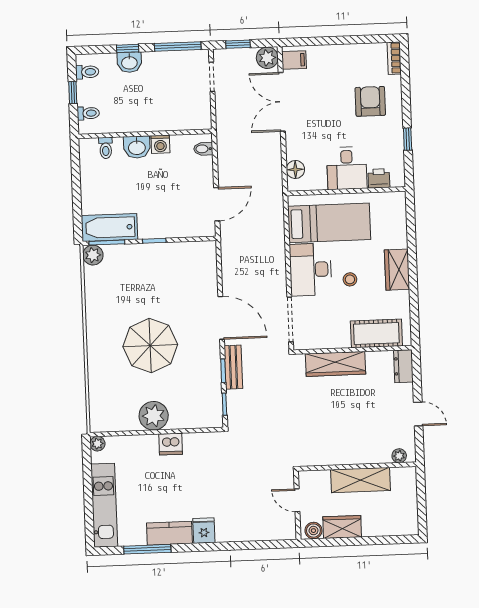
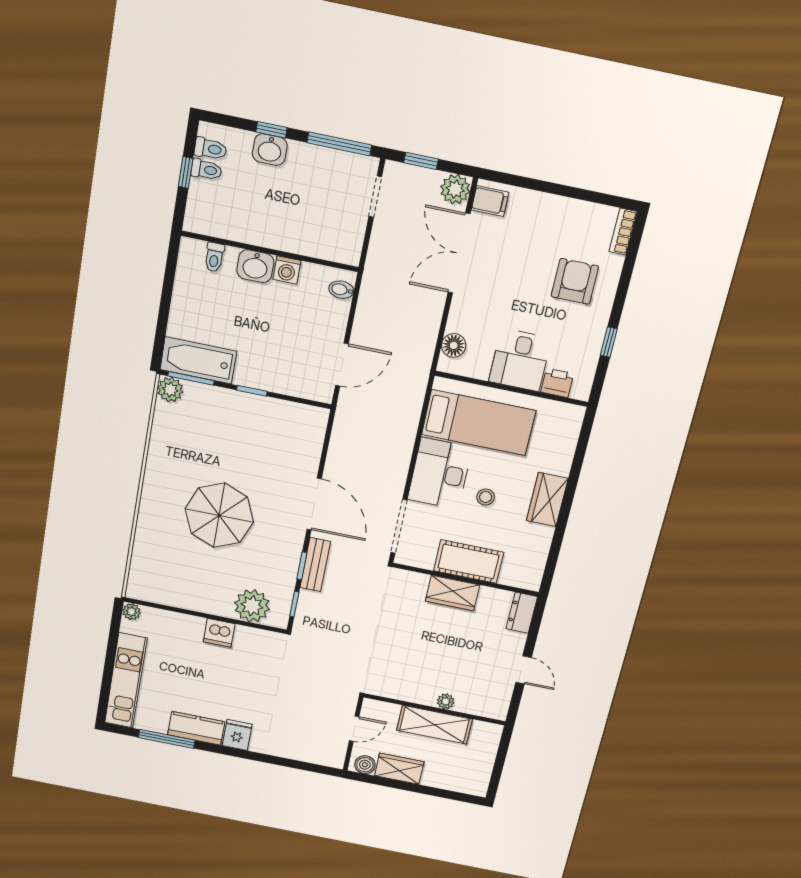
toilet: (88, 113) -> (206, 170), moved
cot: (376, 333) -> (469, 562), moved
wardrobe: (335, 364) -> (452, 593), width x0.67
plant: (154, 416) -> (252, 606), moved
plant: (399, 456) -> (446, 701), moved
door: (297, 500) -> (354, 729), swing flipped

